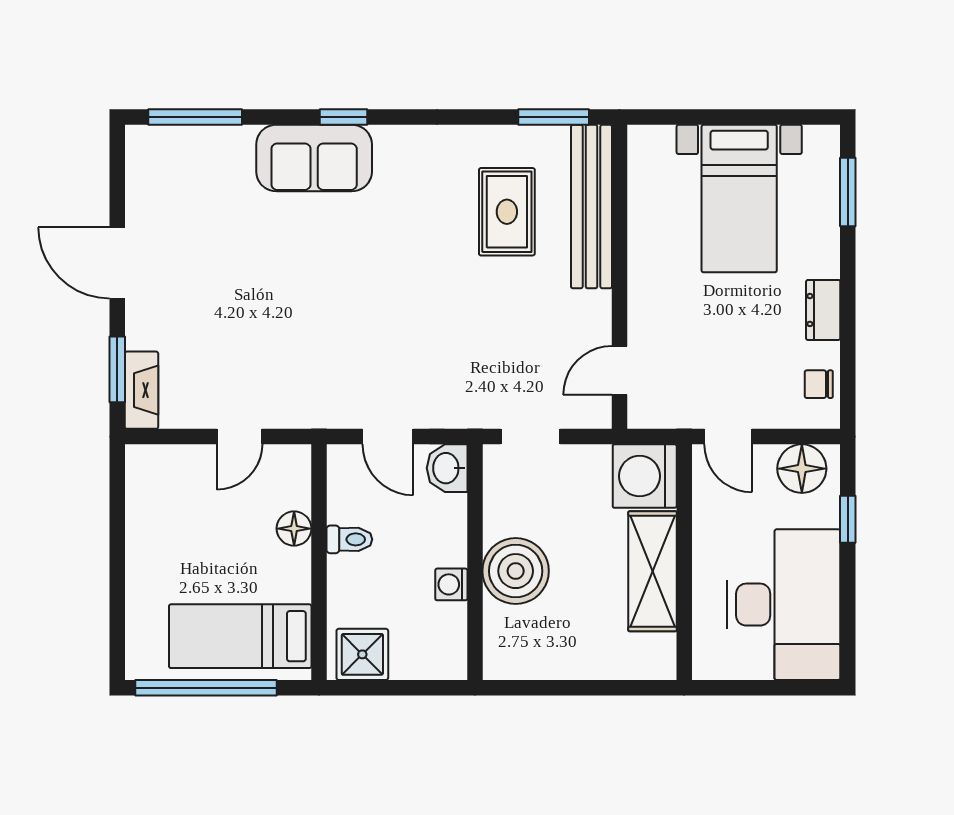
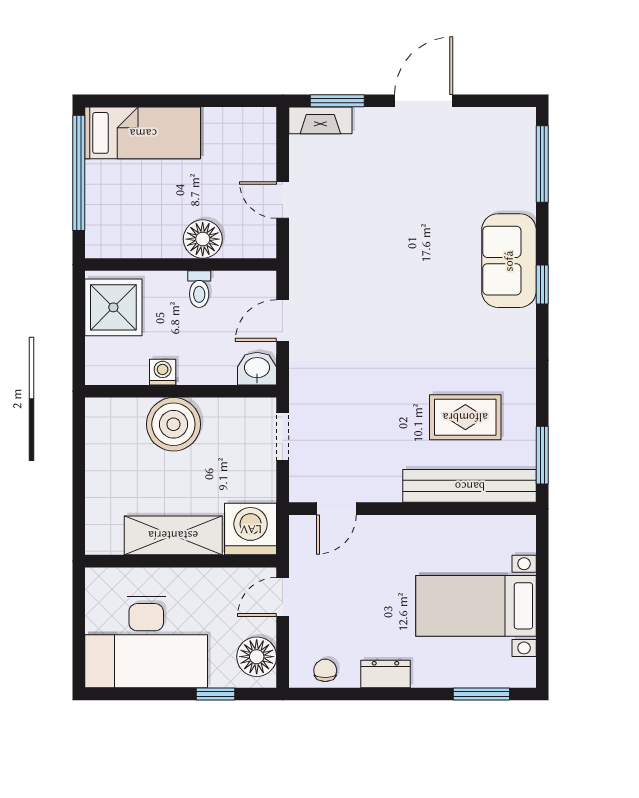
door: (619, 370) -> (336, 509), swing flipped
floor lamp: (294, 529) -> (203, 239), width x1.38, depth x1.38
bed: (240, 636) -> (143, 133), moved, turned 90
shower: (362, 654) -> (113, 307), width x1.36, depth x1.36

